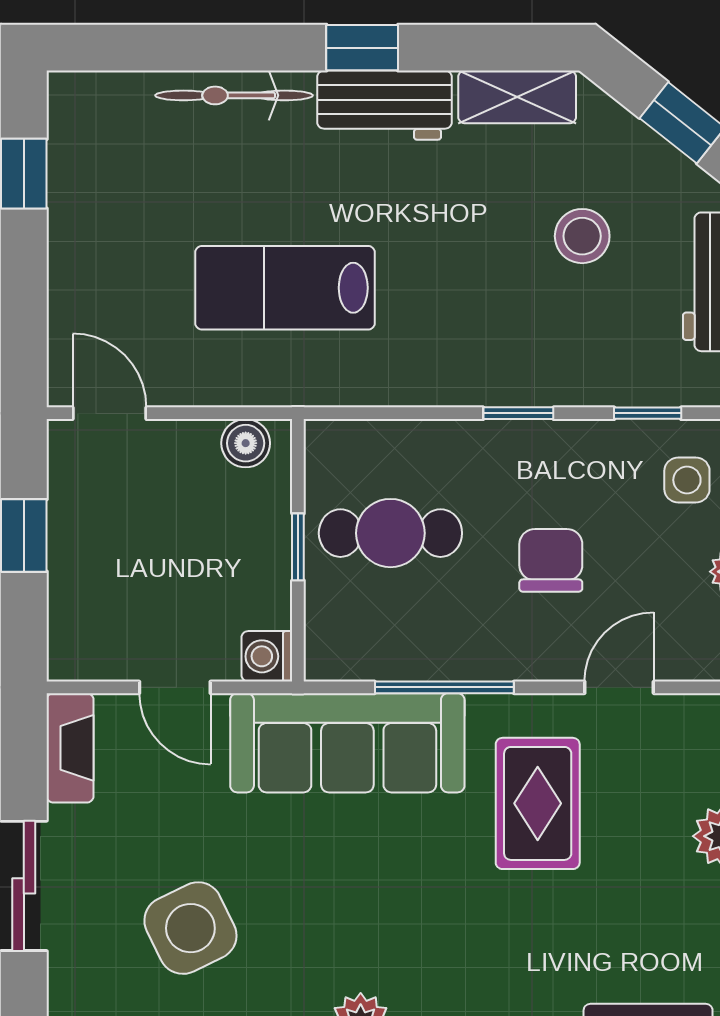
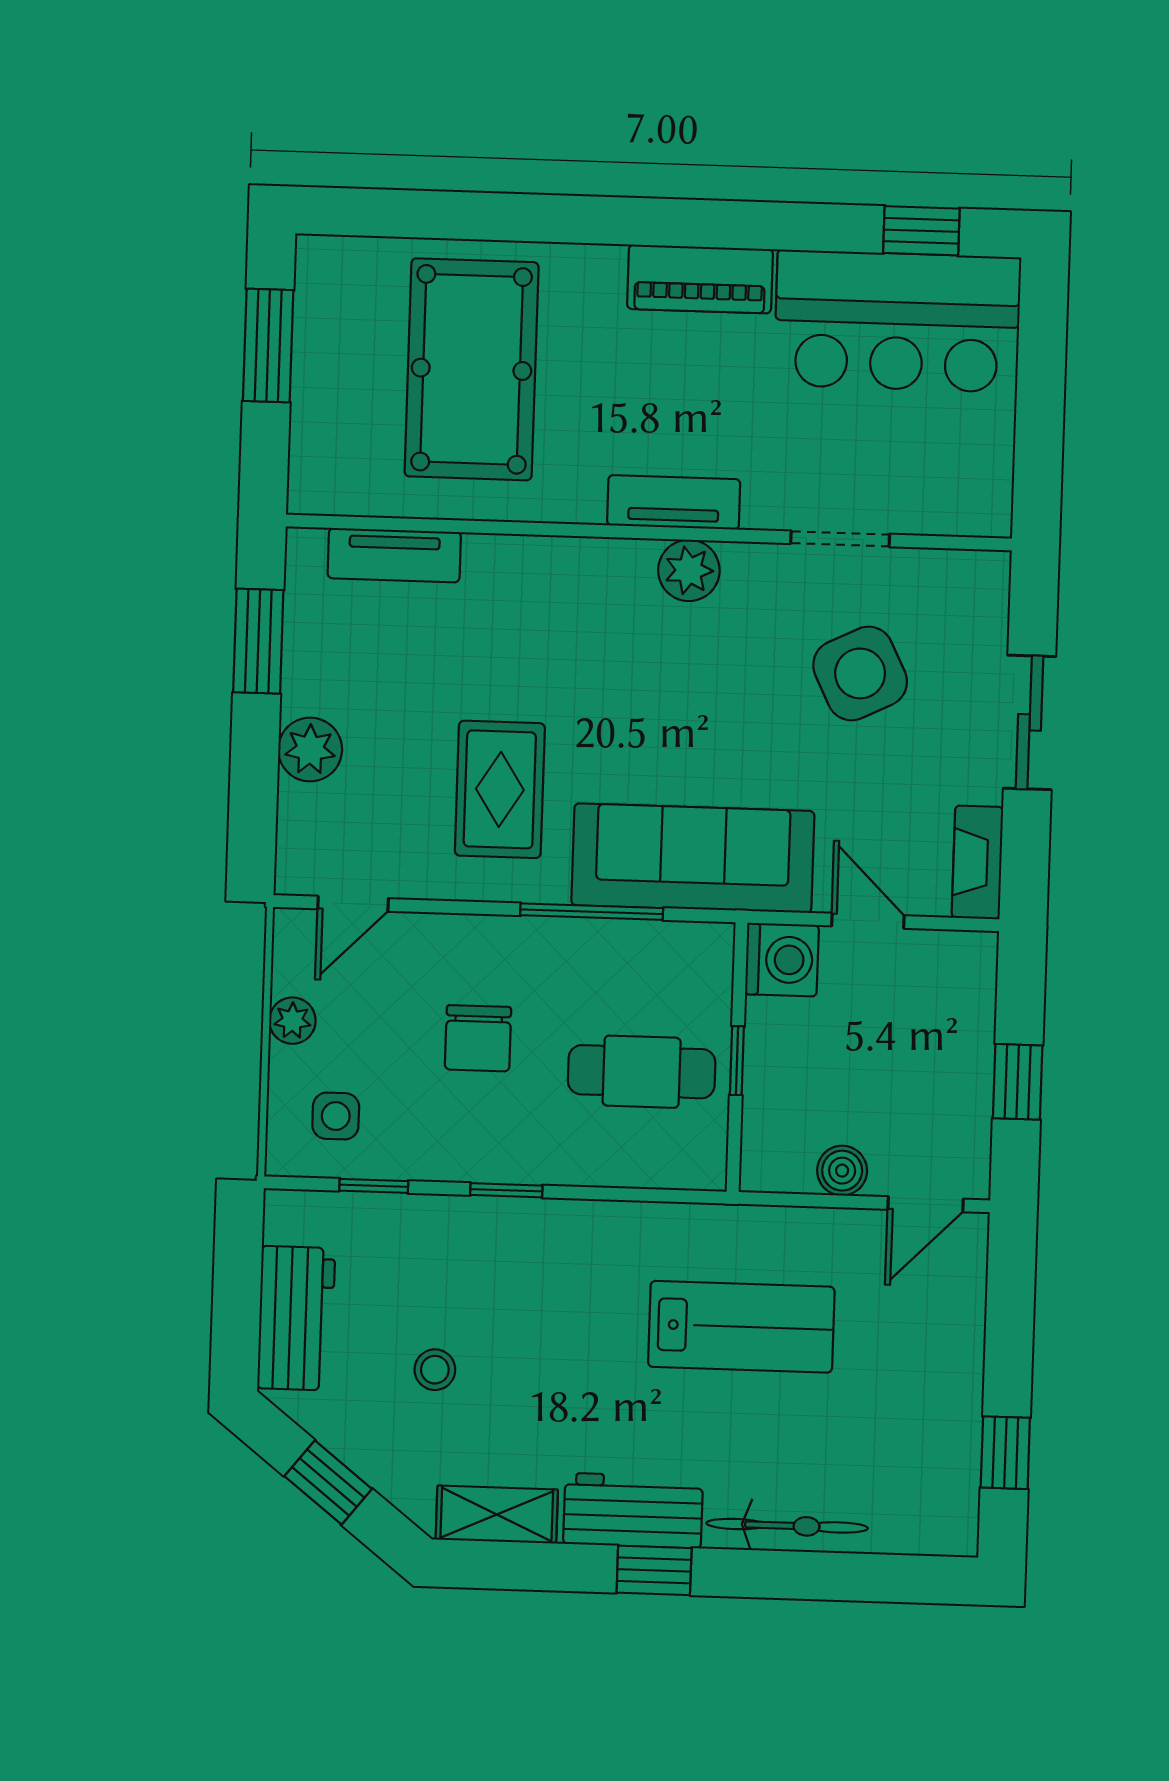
stool: (582, 236) -> (435, 1370), width x0.73, depth x0.73
door: (109, 413) -> (926, 1204), hinge flipped
boiler: (246, 443) -> (842, 1171), moved
washing machine: (267, 656) -> (782, 960), width x1.38, depth x1.38
door: (619, 687) -> (353, 904), moved

